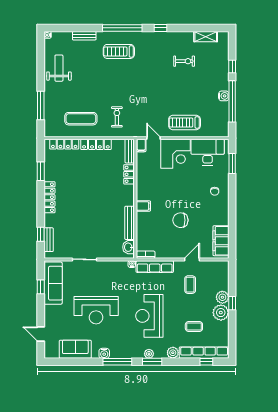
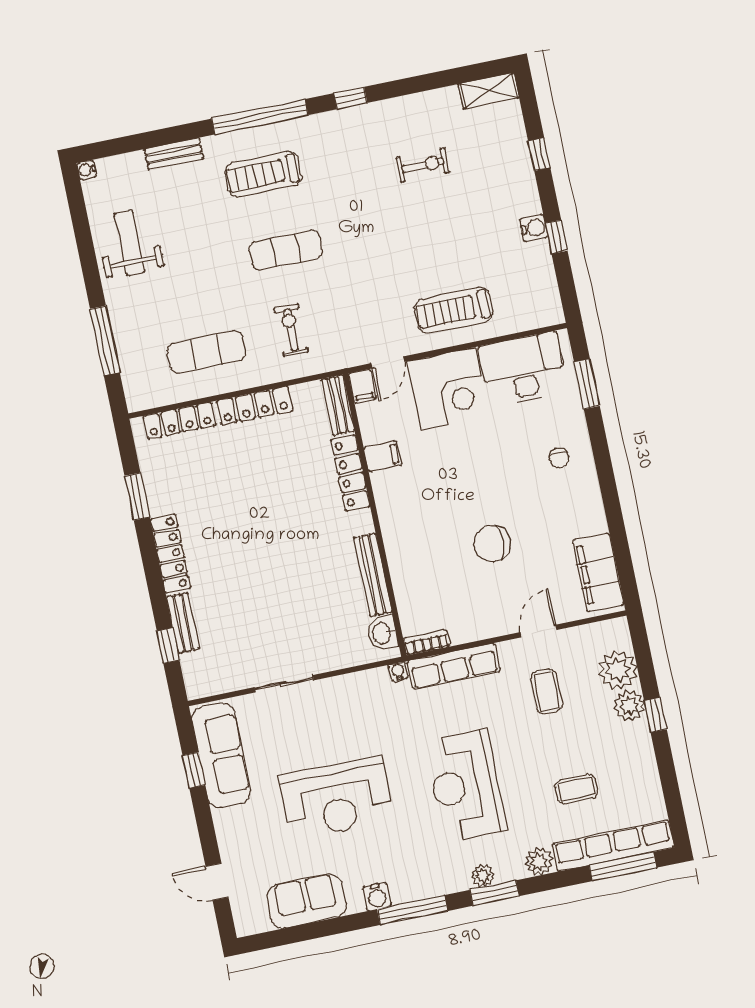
shelving: (206, 37) -> (489, 91), moved
exercise mat: (121, 84) -> (286, 250), added
window: (232, 101) -> (556, 237), width x0.32
door: (153, 138) -> (388, 362), swing flipped
locker: (129, 174) -> (350, 473), width x1.53
filing cabinet: (143, 206) -> (383, 456), moved
bench: (49, 240) -> (183, 623), moved
plant: (221, 313) -> (618, 670), moved
window: (206, 362) -> (623, 866), width x2.17

